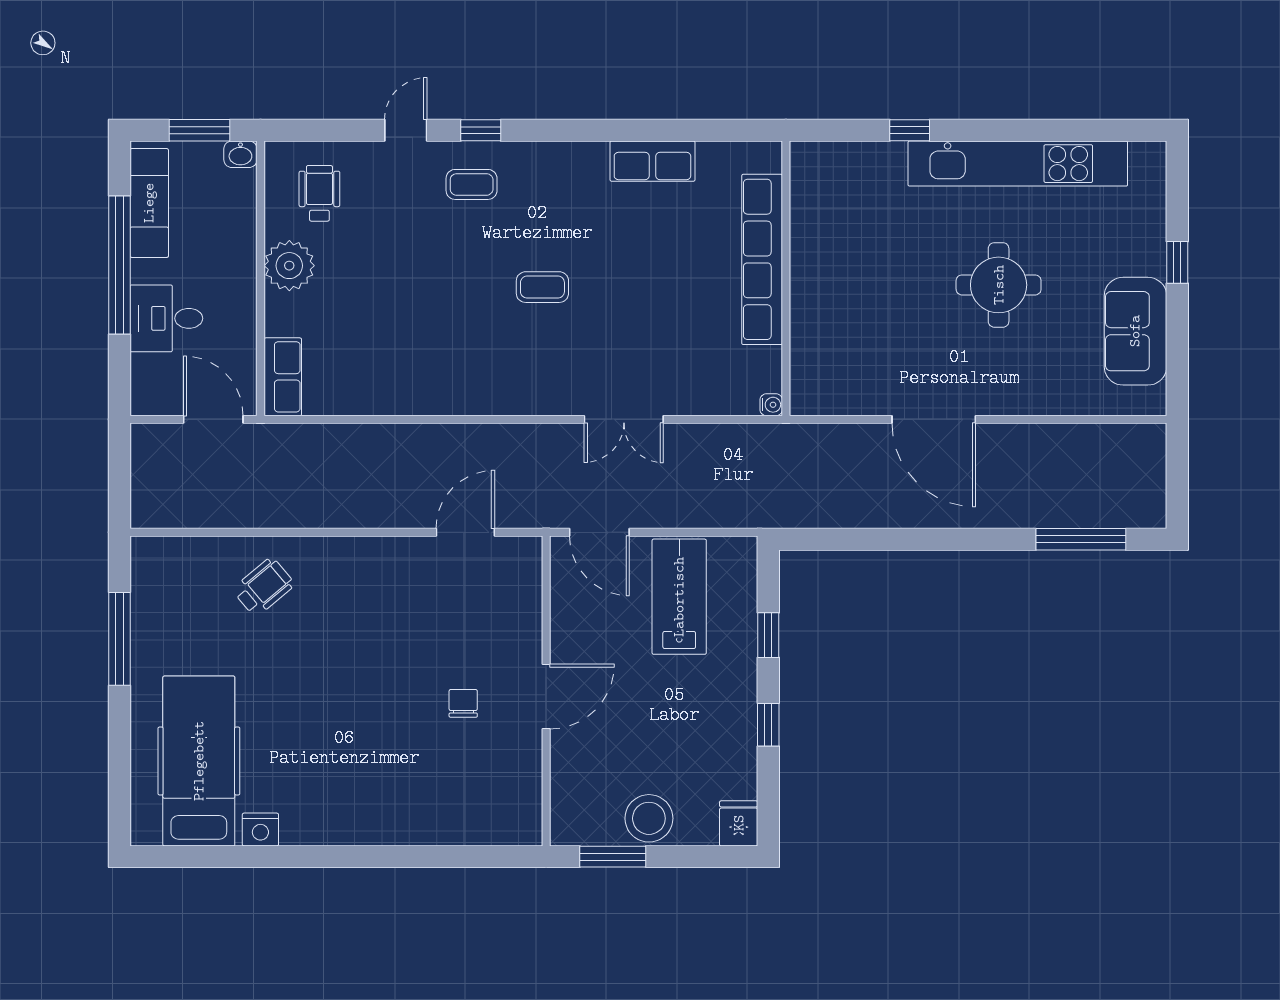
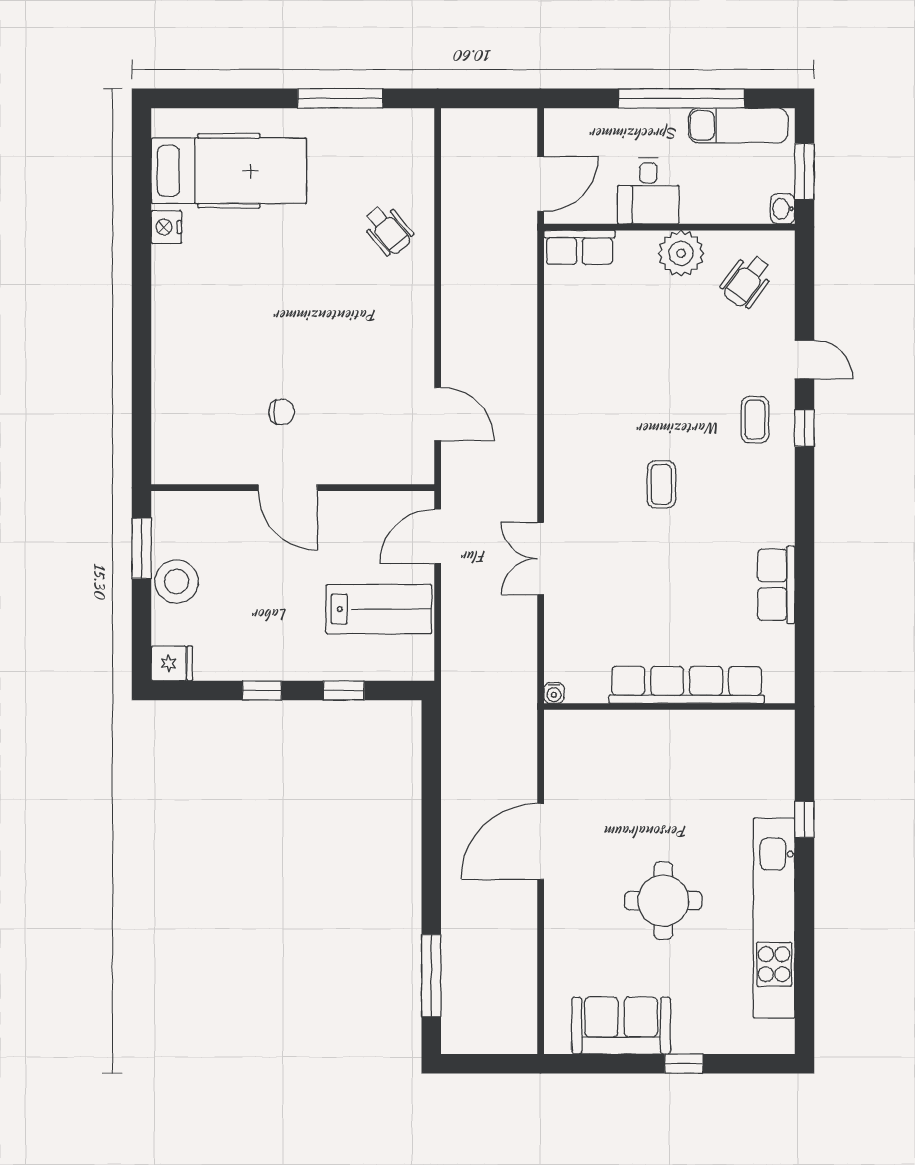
wheelchair: (319, 193) -> (747, 281), turned 127
desk: (166, 318) -> (648, 191), moved, turned 180

